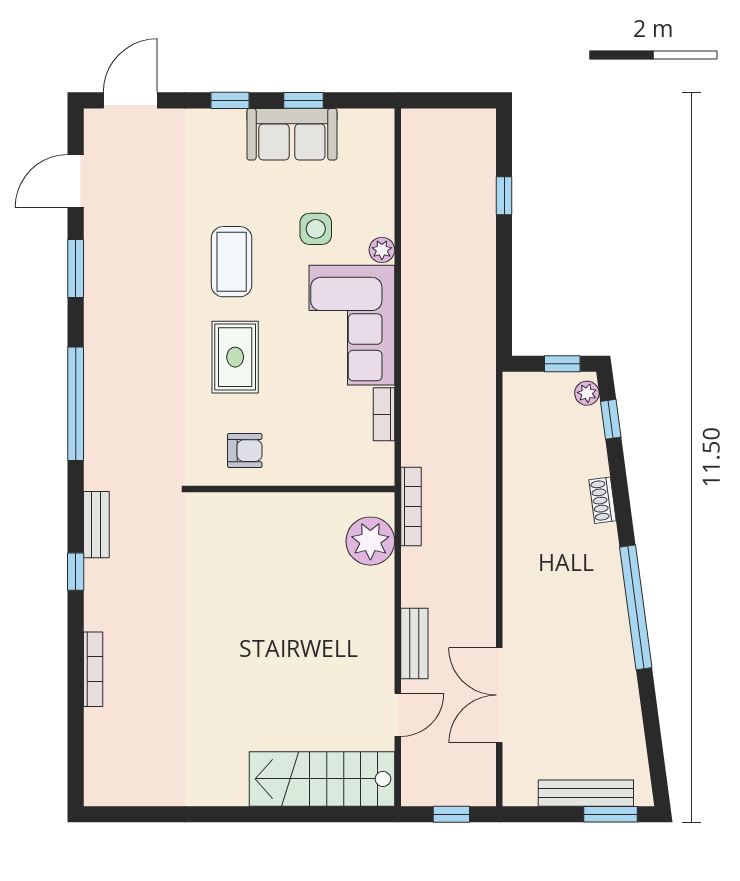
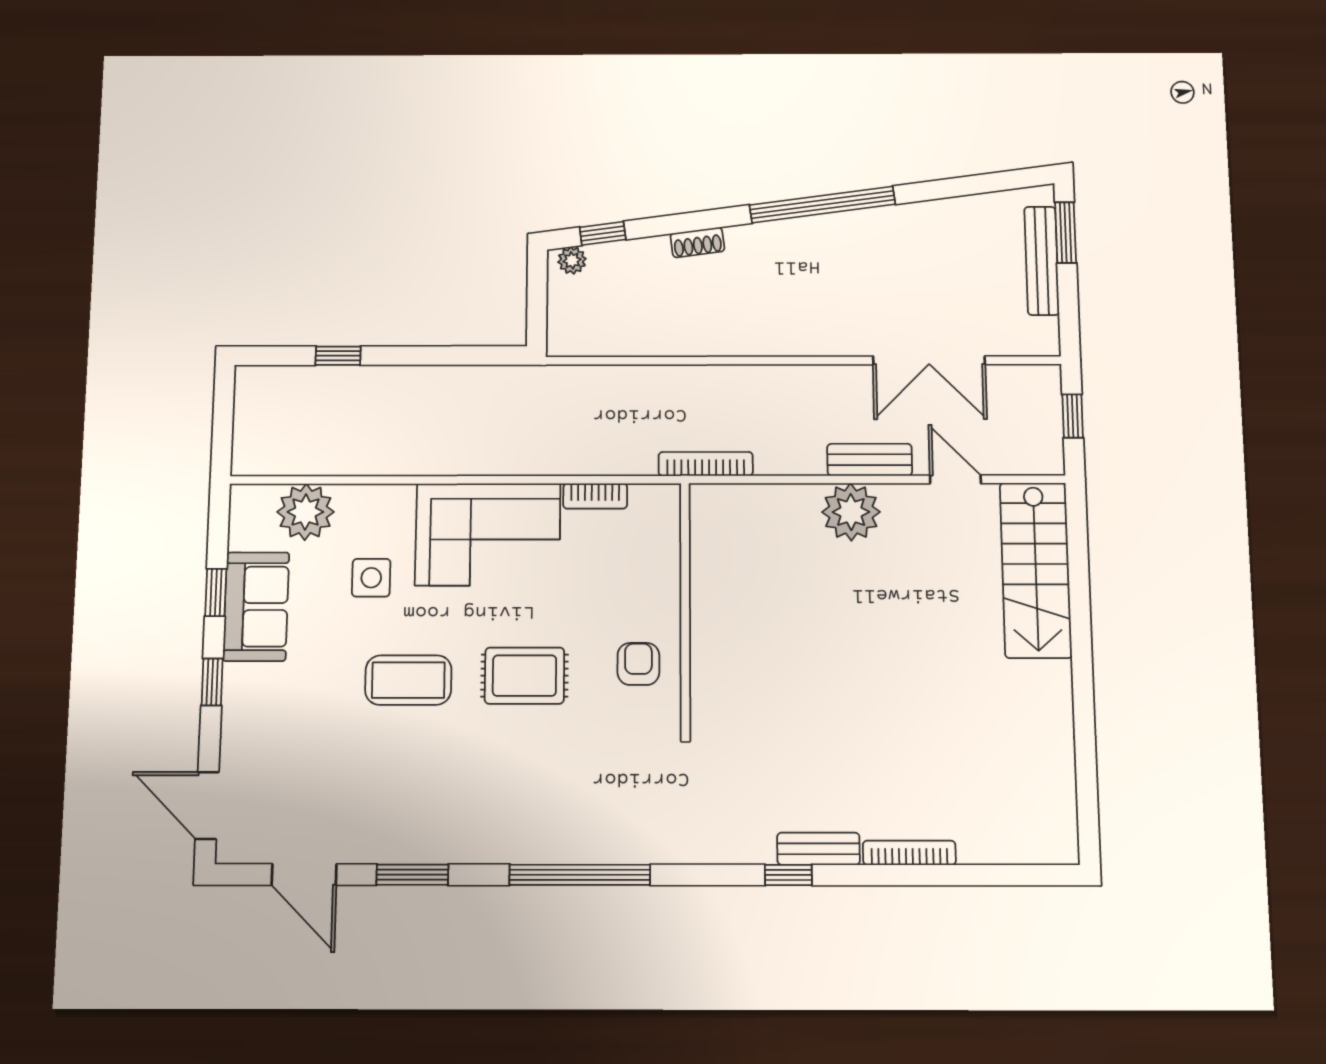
plant: (382, 250) -> (305, 512), moved, width x1.88, depth x1.88
window: (562, 364) -> (537, 289), removed
bench: (96, 525) -> (818, 849), moved
plant: (370, 541) -> (851, 512), moved

